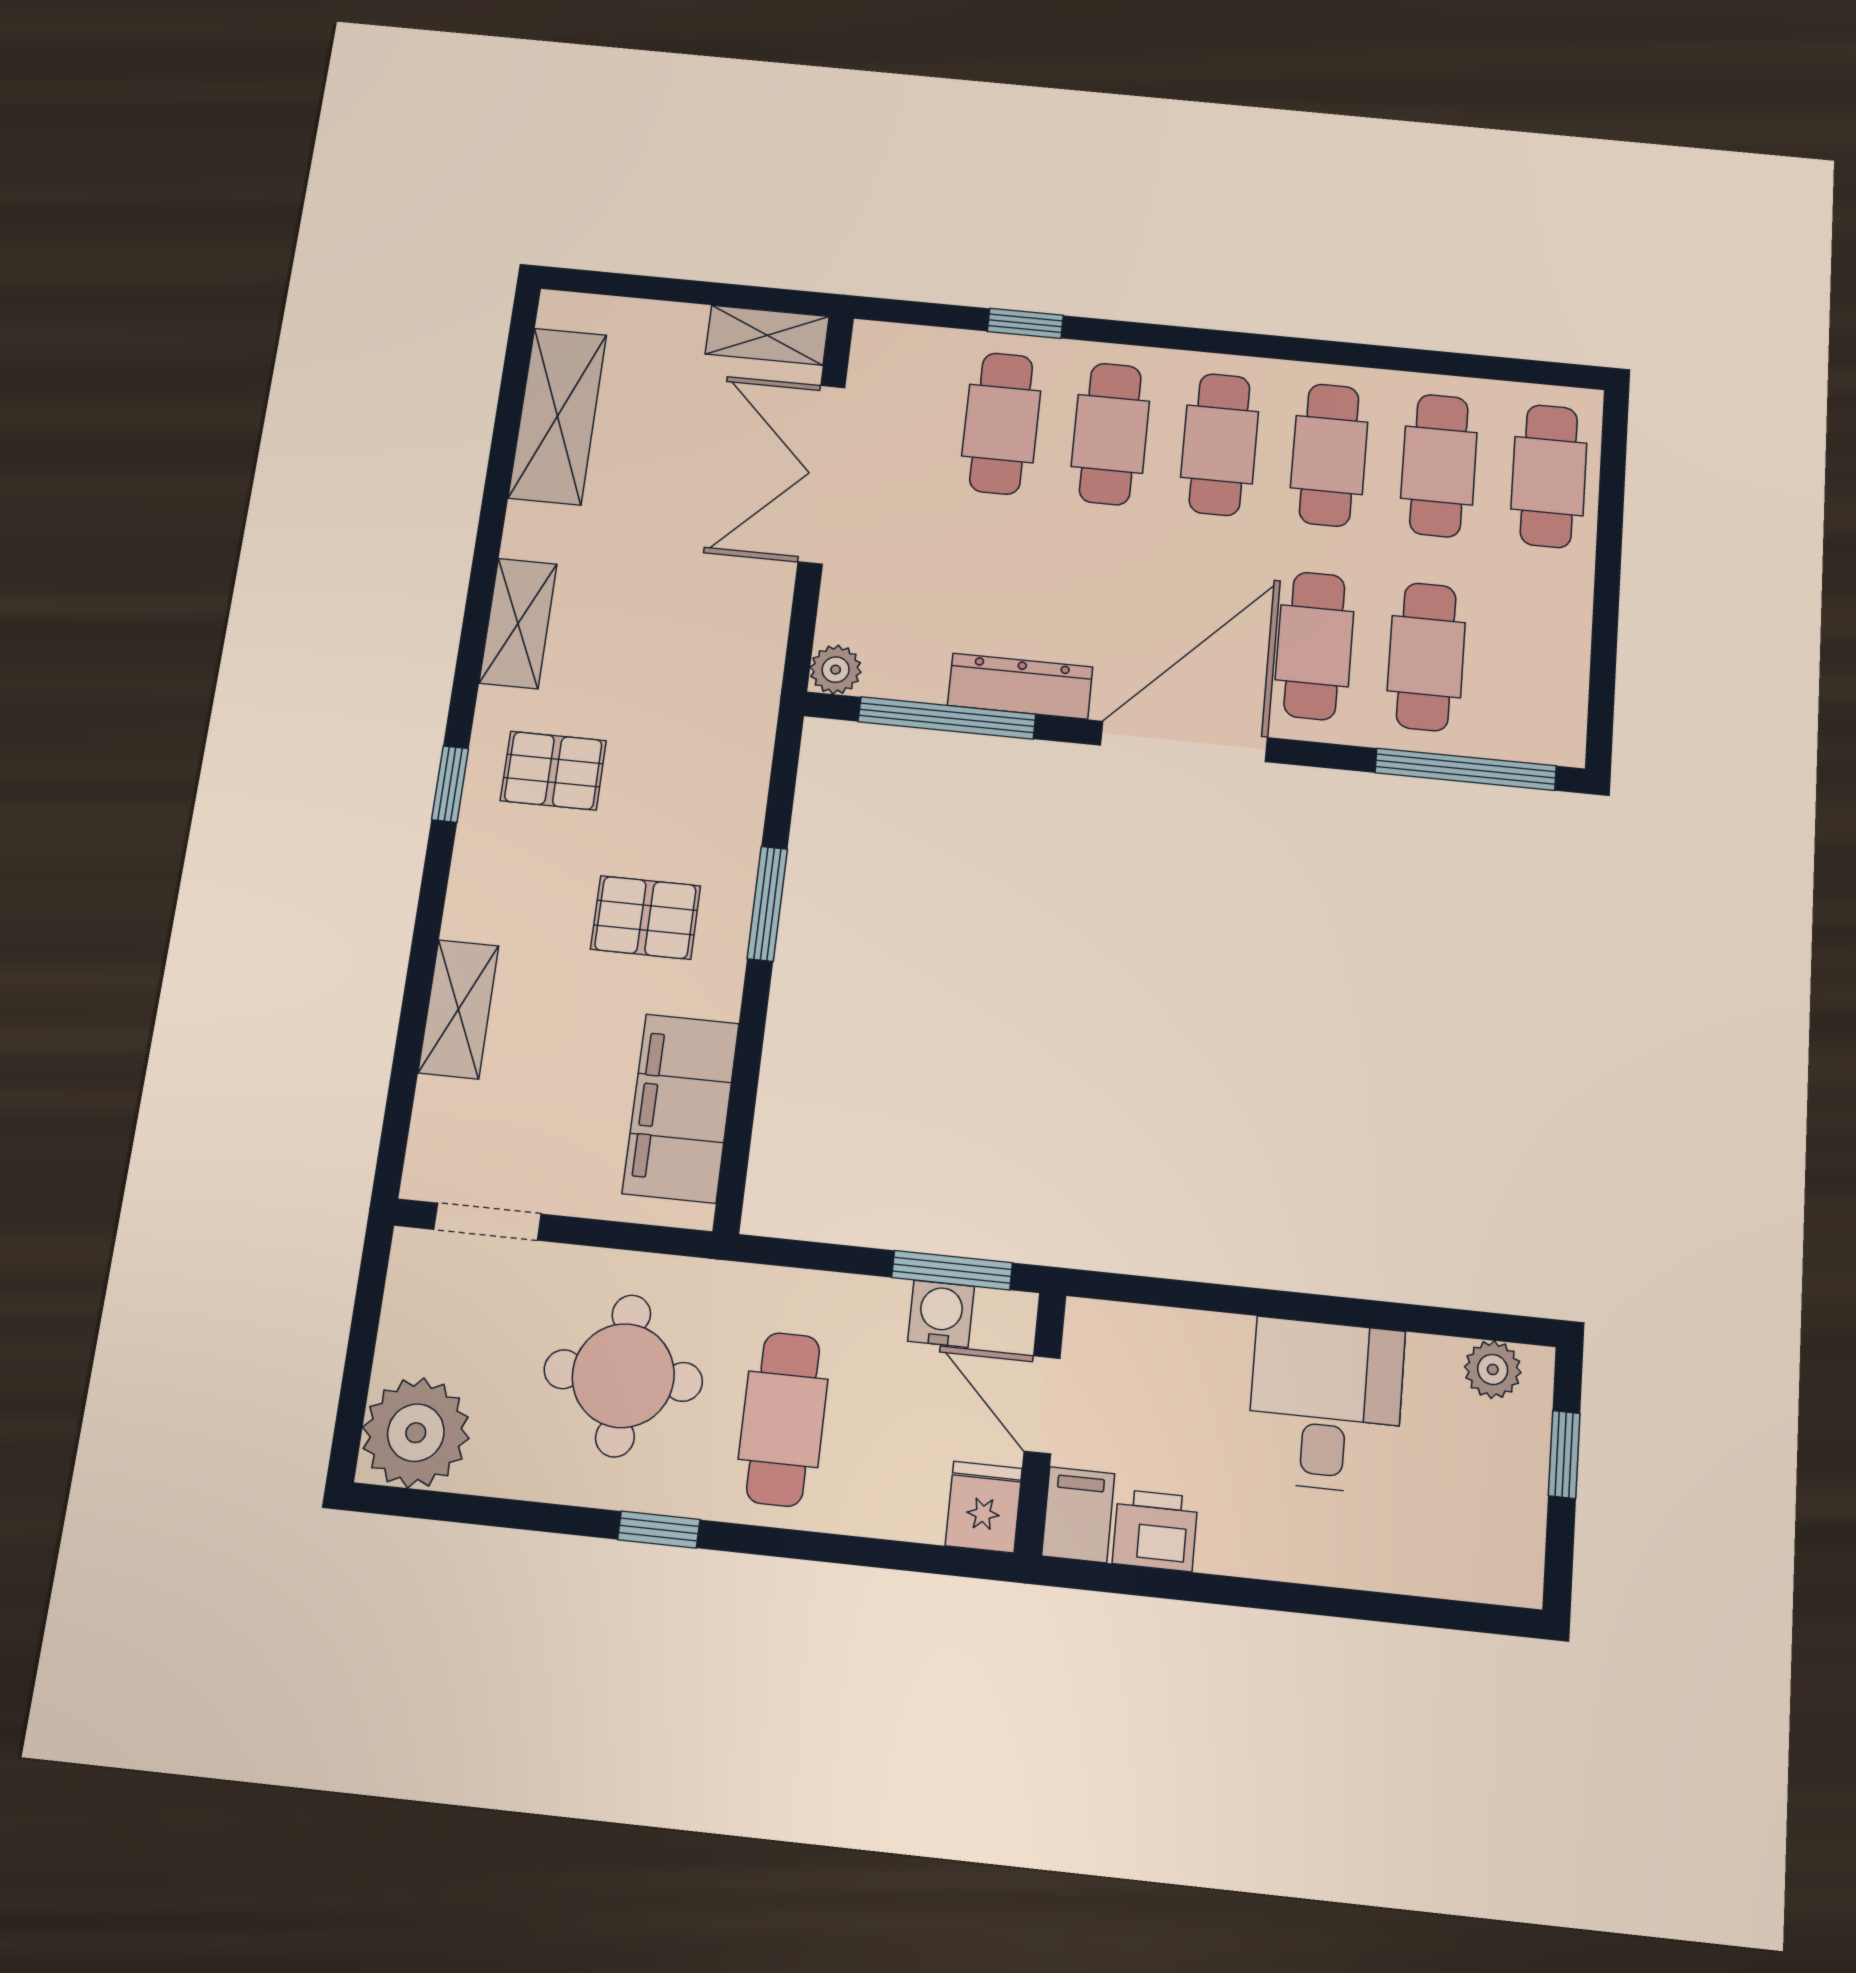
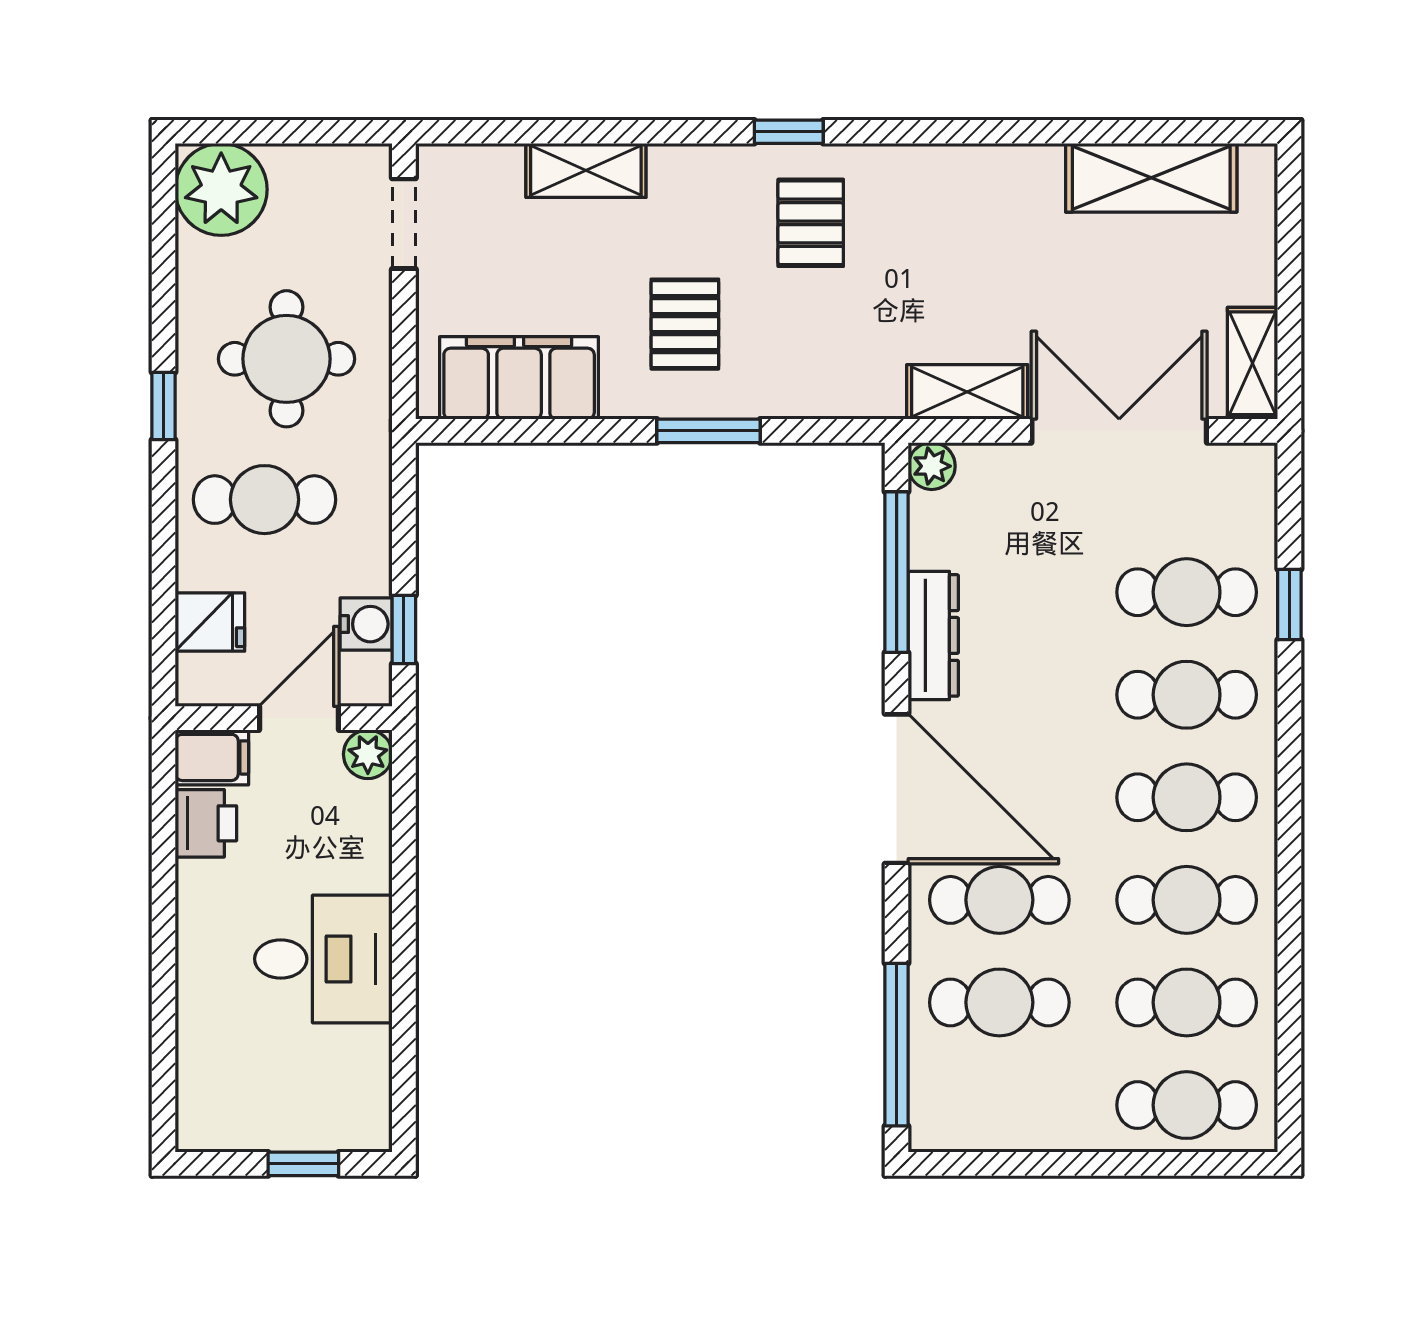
shelving: (518, 623) -> (967, 392), moved
window: (952, 1270) -> (404, 630), width x0.67
plant: (1493, 1370) -> (368, 754), moved
fridge: (984, 1507) -> (210, 622), moved

